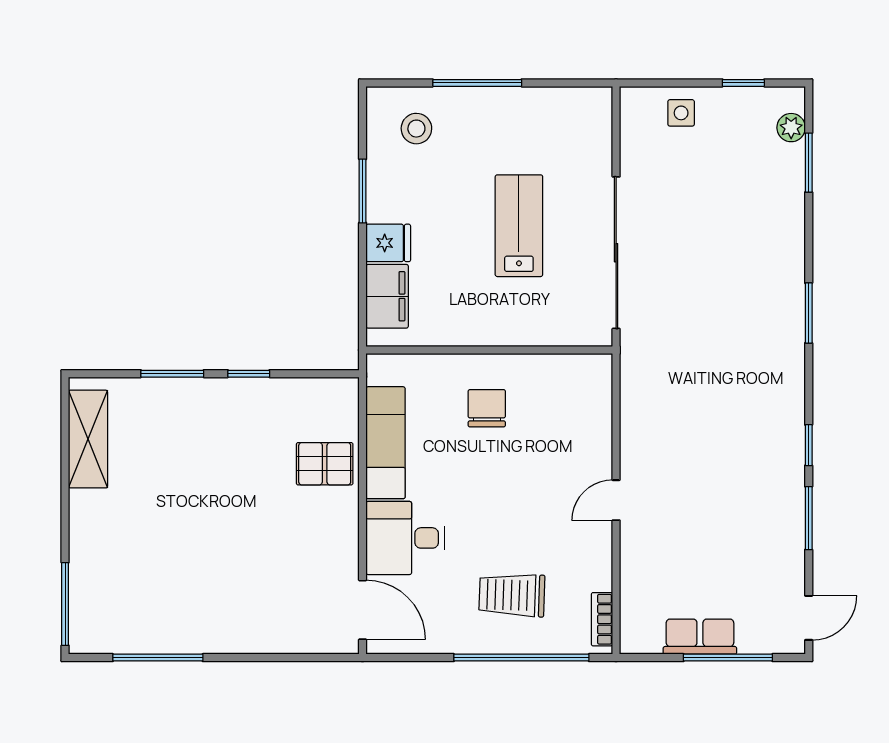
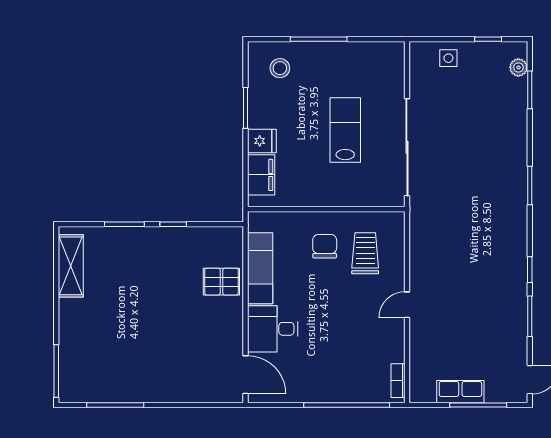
trolley: (512, 595) -> (365, 253), moved, turned 88

